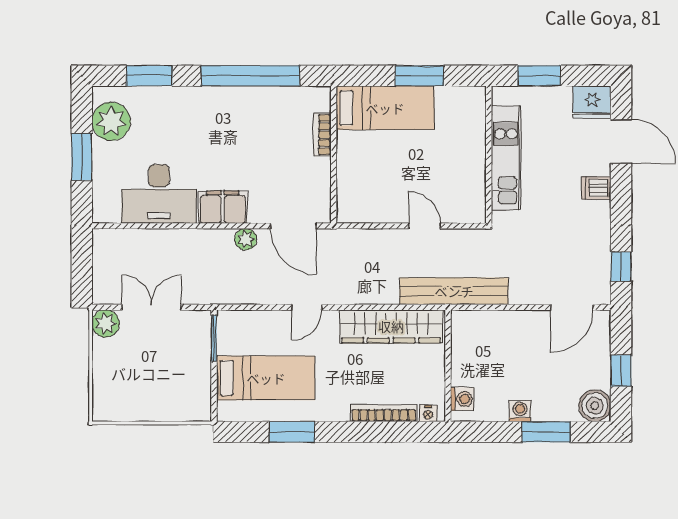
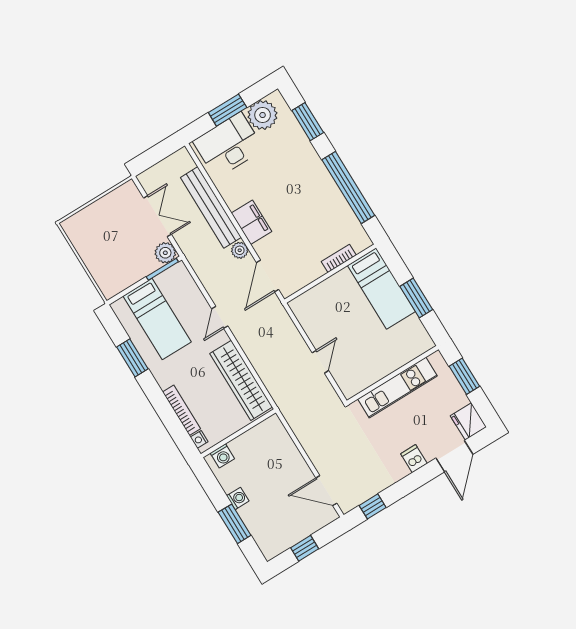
desk: (159, 194) -> (228, 145), moved, turned 90
bench: (454, 291) -> (211, 207), moved
door: (307, 307) -> (220, 317), hinge flipped
plant: (106, 324) -> (165, 253), moved
boiler: (595, 406) -> (271, 545), removed

